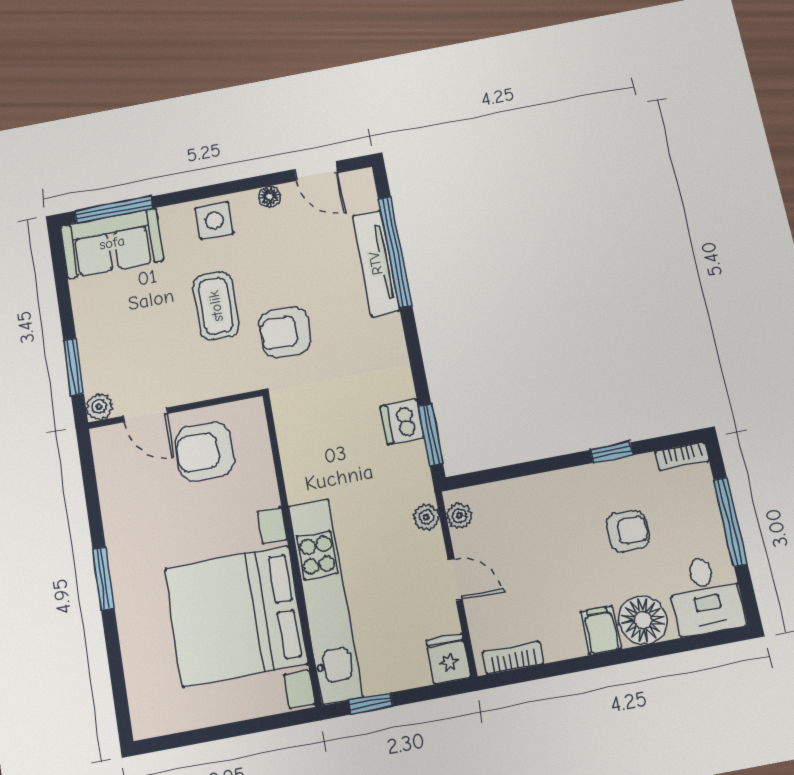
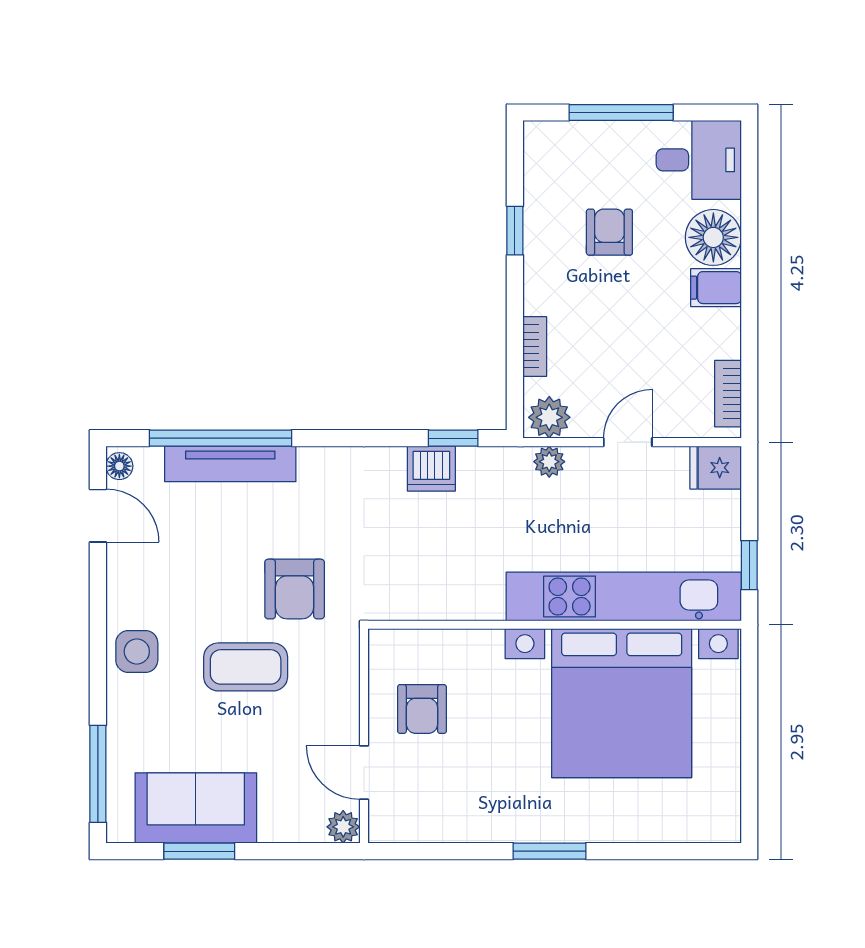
door: (316, 171) -> (98, 516), hinge flipped
floor lamp: (269, 197) -> (119, 466), moved
sofa: (112, 243) -> (196, 808), moved, turned -90
window: (74, 367) -> (199, 851), moved
door: (146, 415) -> (364, 773), swing flipped
window: (431, 435) -> (453, 438), width x0.67
armchair: (204, 452) -> (422, 709), width x0.72, depth x0.72
bookcase: (682, 456) -> (535, 346), moved
plant: (459, 516) -> (549, 417), width x1.38, depth x1.38

